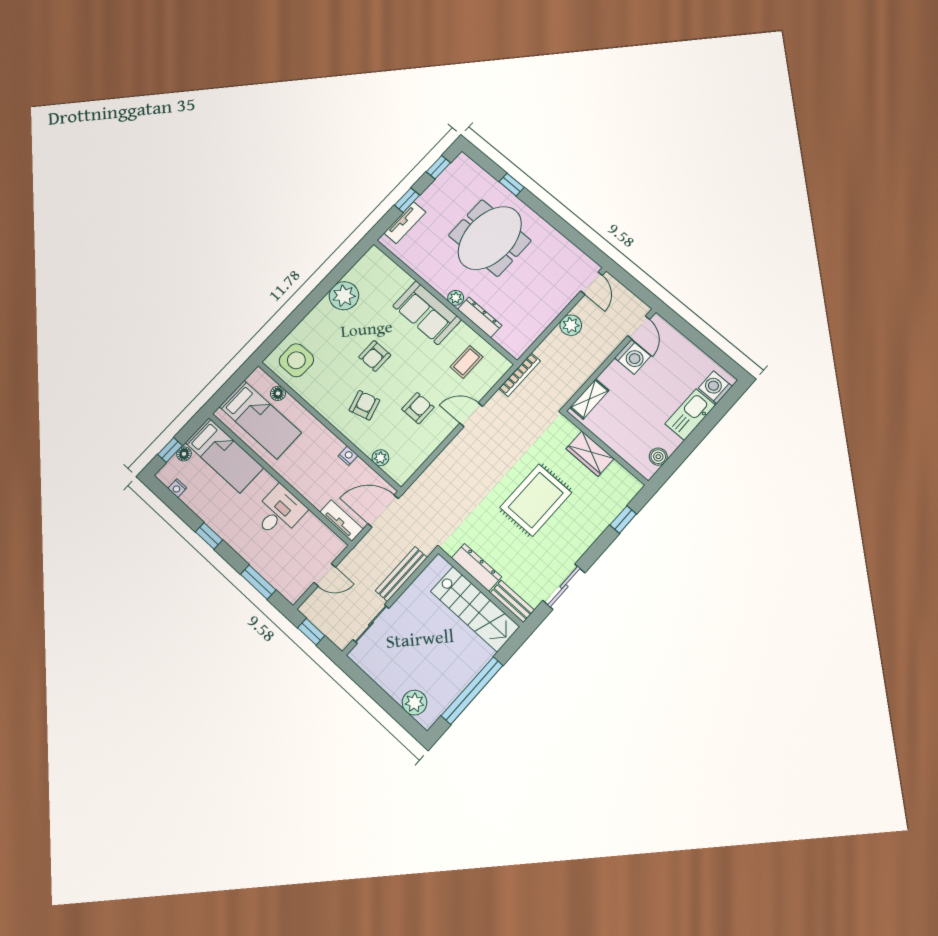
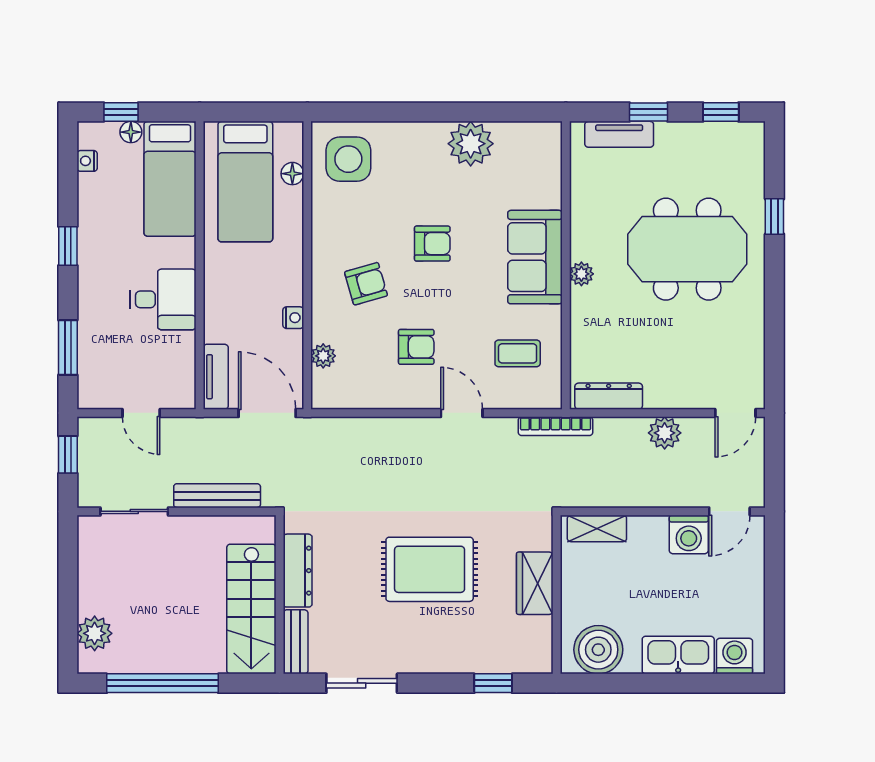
dresser: (480, 317) -> (609, 396), moved, turned -90
armchair: (375, 356) -> (432, 244), turned 180
boiler: (658, 457) -> (598, 650), width x1.86, depth x1.86

